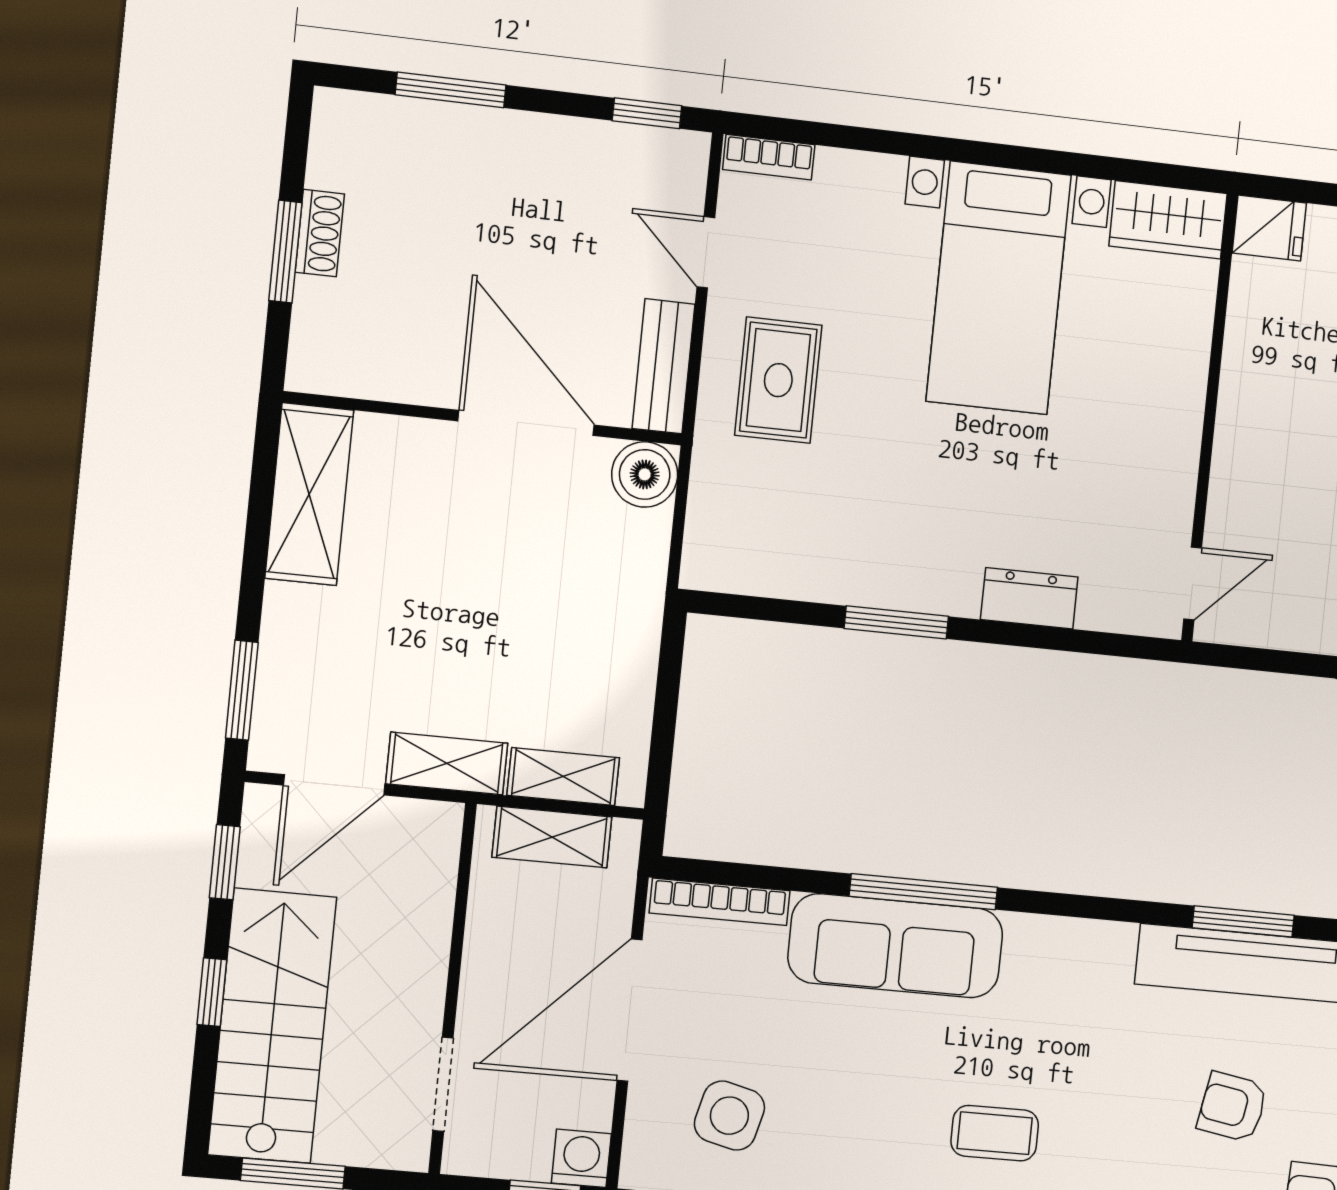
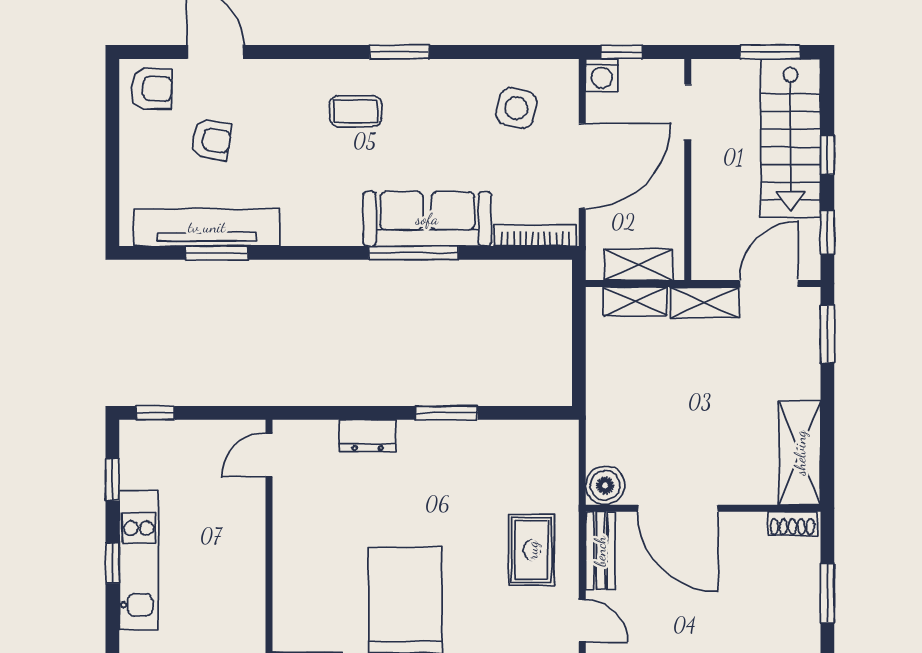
shoe rack: (320, 233) -> (792, 524), moved, turned -90

